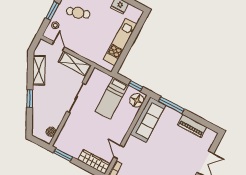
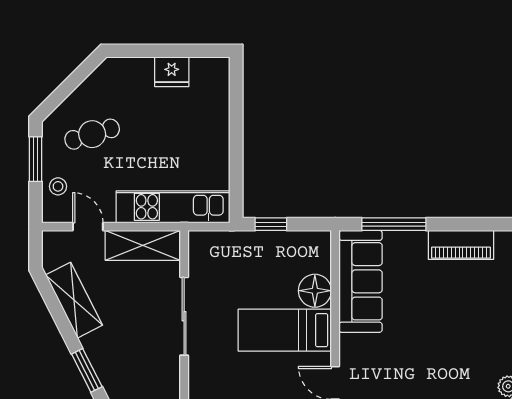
kitchen unit: (120, 42) -> (173, 207), moved, turned 90
window: (136, 86) -> (271, 224), moved
bed: (112, 98) -> (285, 330), moved, turned 90
floor lamp: (137, 100) -> (315, 291), moved

